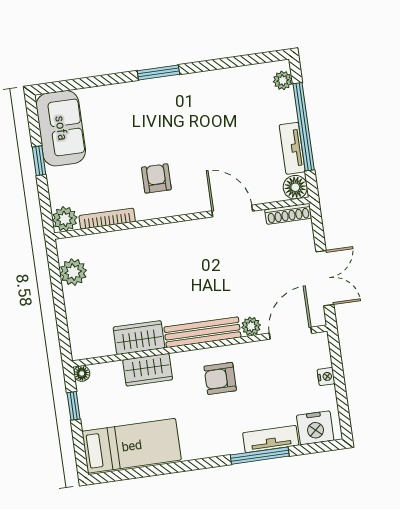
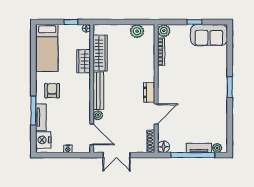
tv unit: (292, 148) -> (199, 148), moved
armchair: (156, 178) -> (177, 79), removed
dresser: (191, 231) -> (149, 92), added
wardrobe: (139, 338) -> (100, 53), width x1.50
armchair: (220, 378) -> (52, 91), moved

